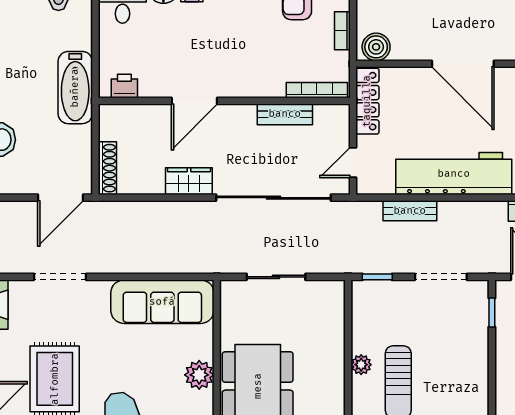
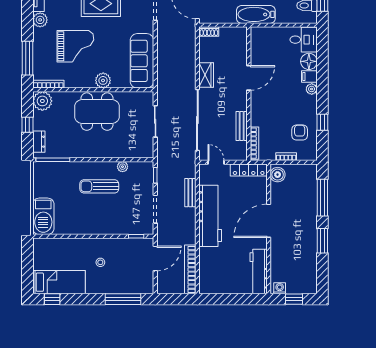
printer: (124, 86) -> (257, 41), removed
door: (194, 101) -> (249, 78), swing flipped
shoe rack: (107, 168) -> (209, 32), width x0.70
plant: (361, 365) -> (123, 167), moved

